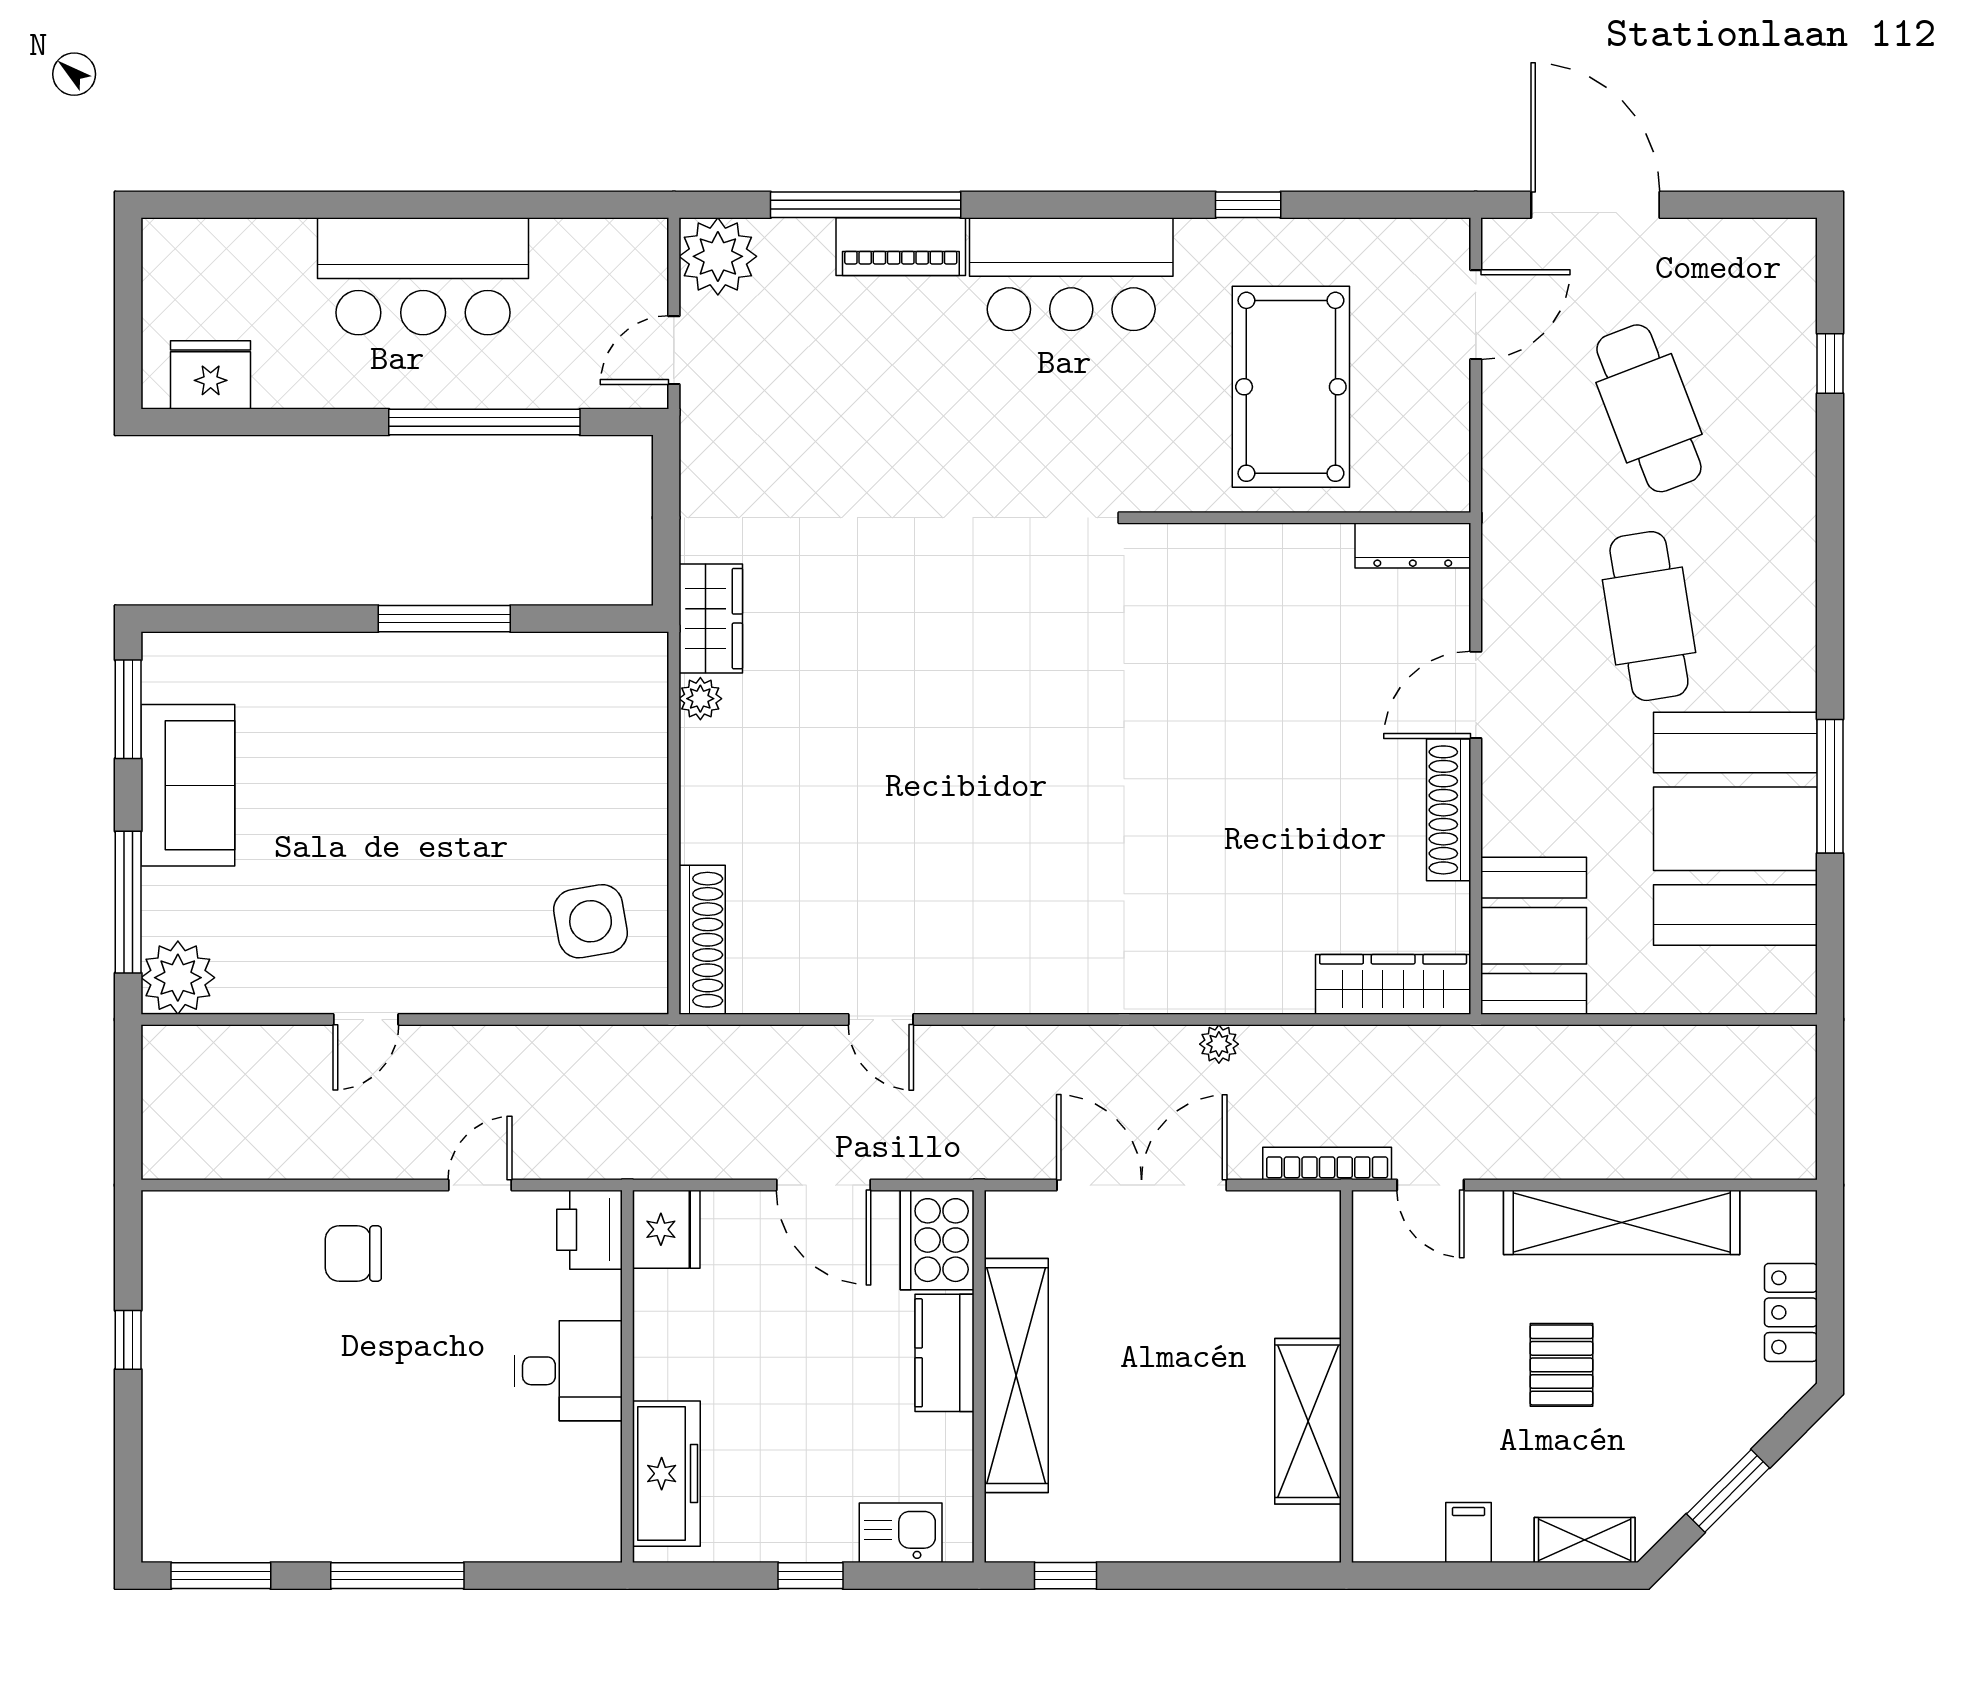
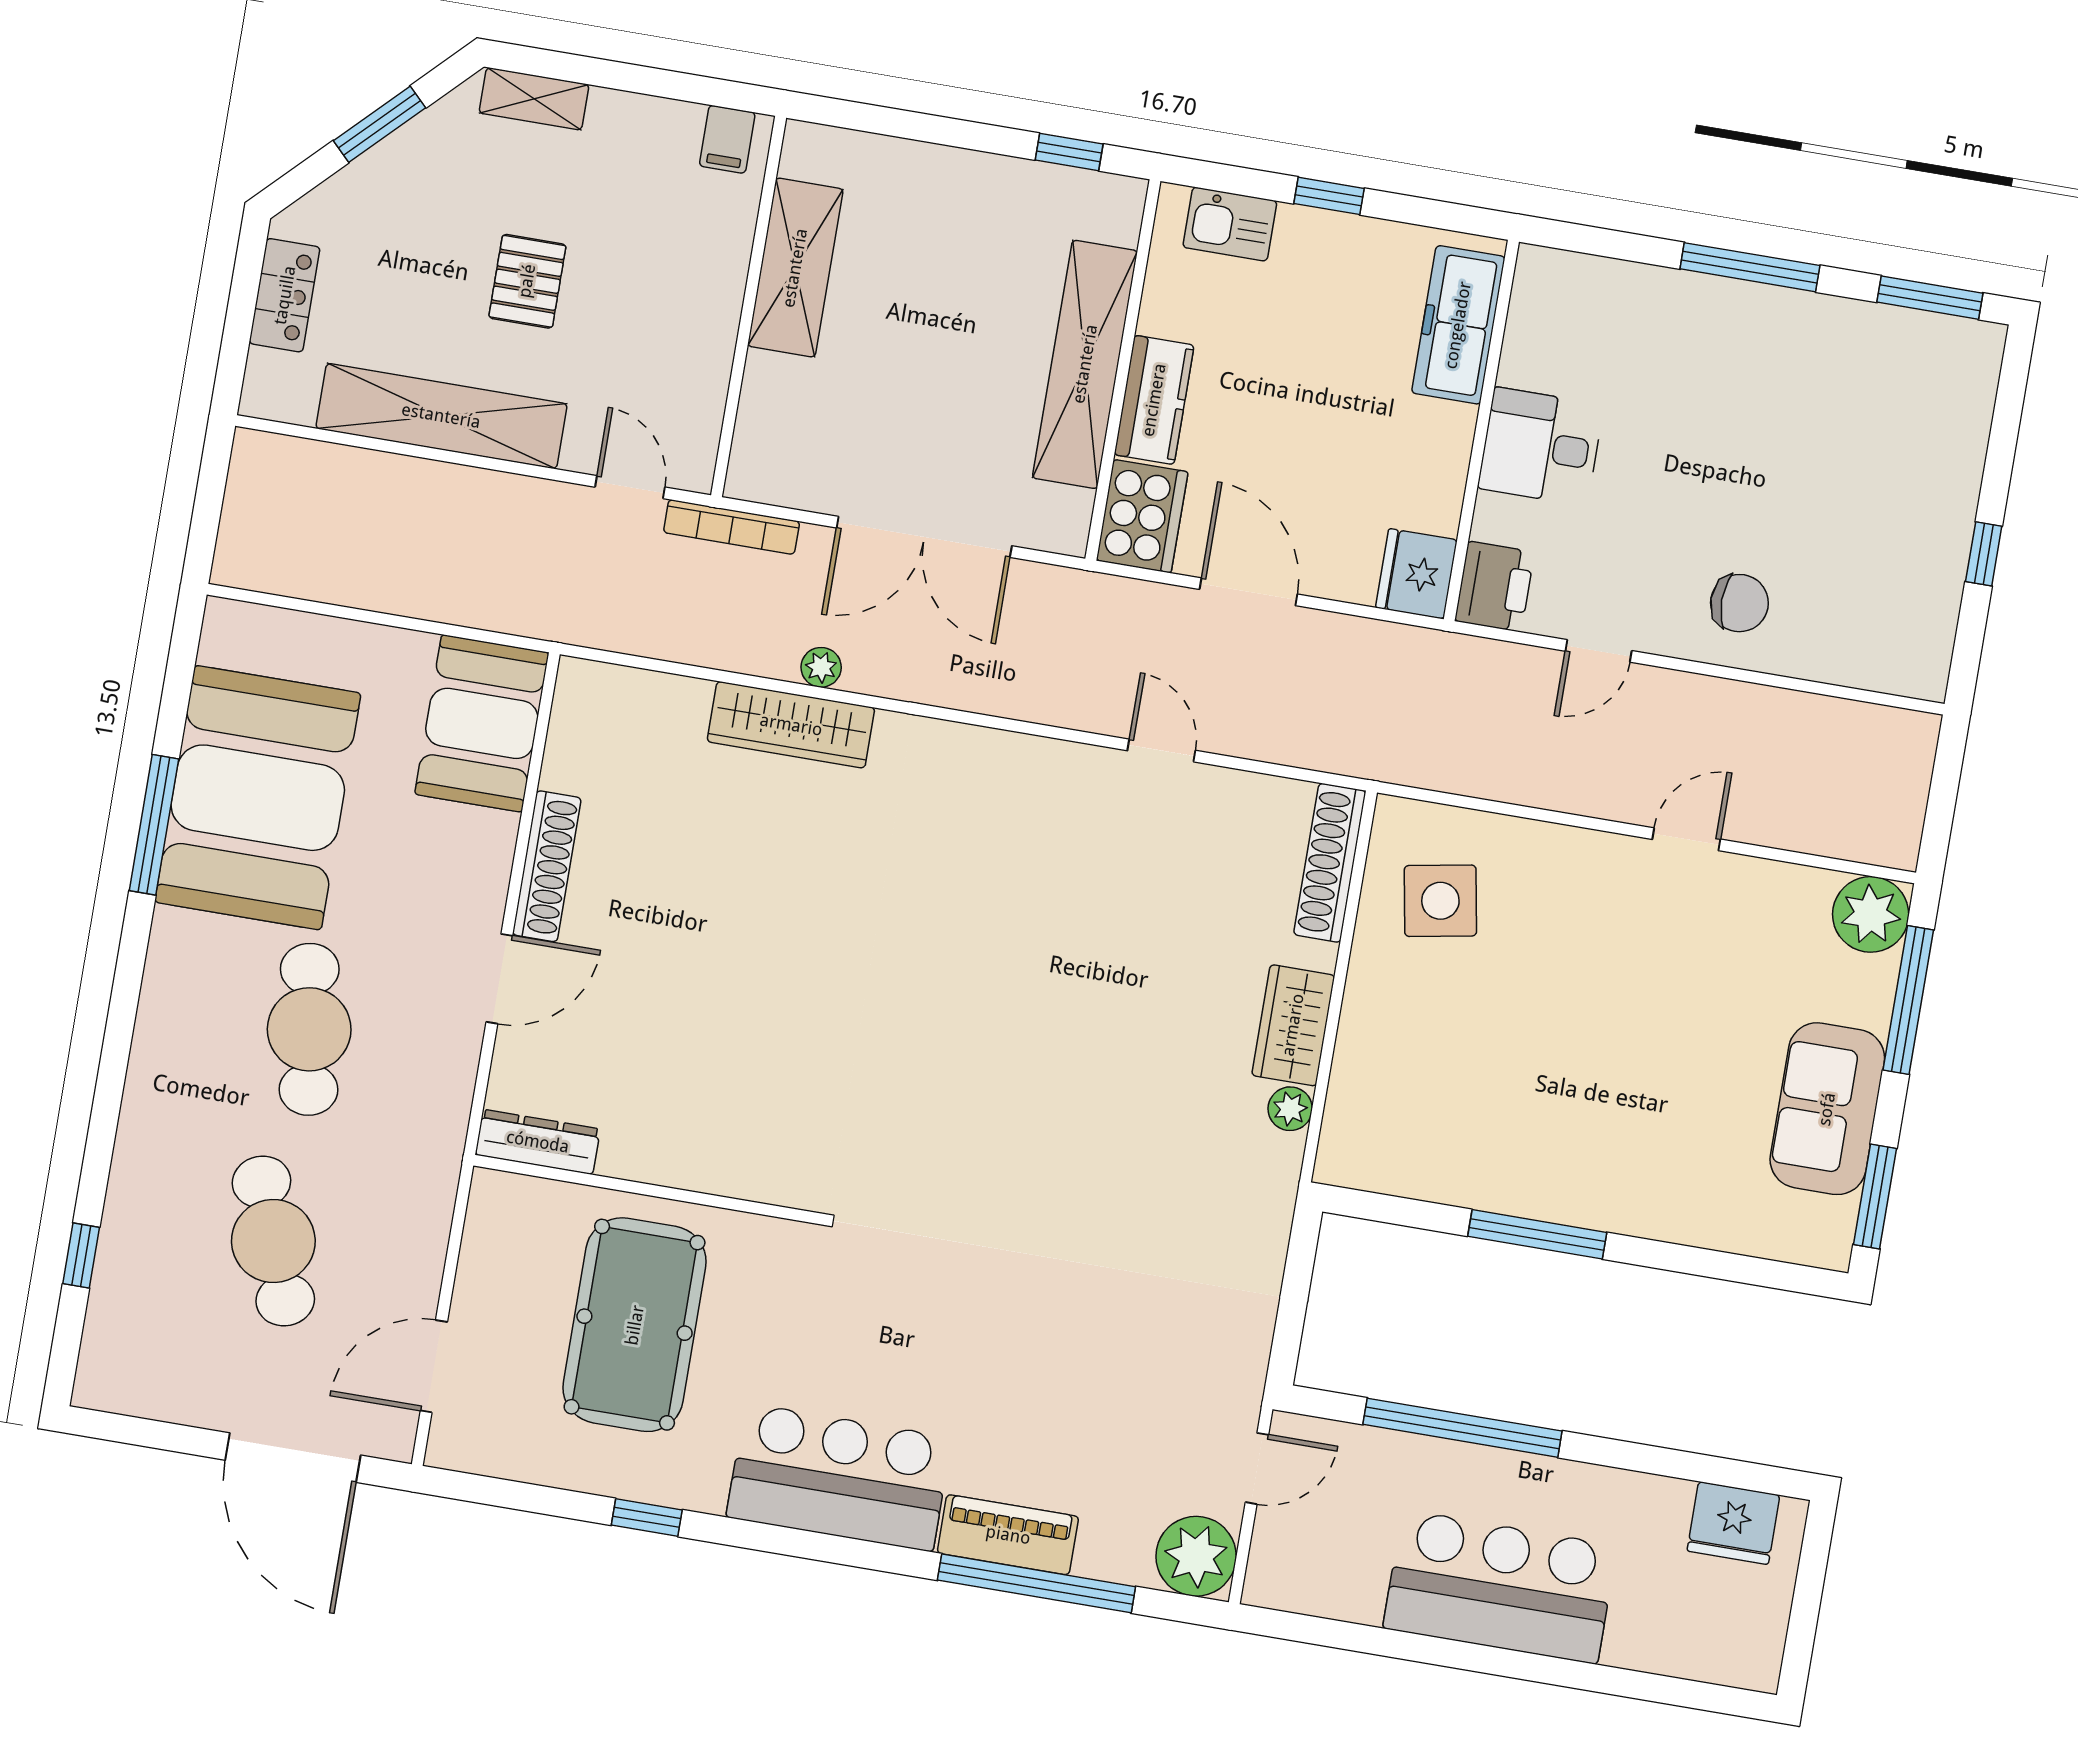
wardrobe: (711, 619) -> (1293, 1025), moved
wardrobe: (1393, 984) -> (791, 725), moved
filing cabinet: (1468, 1533) -> (727, 139), moved

